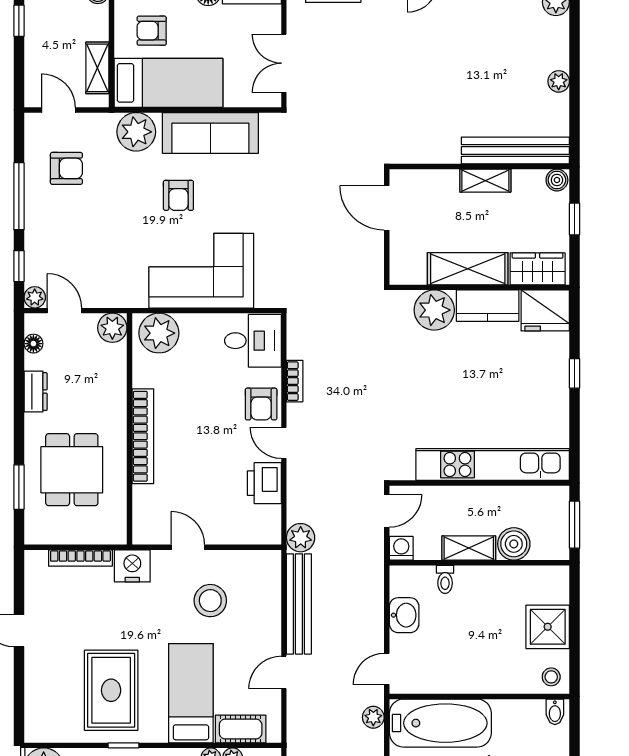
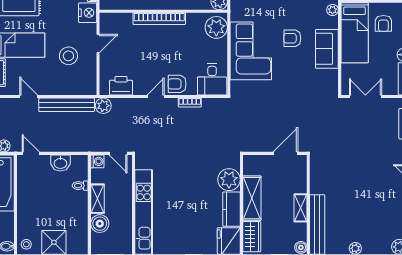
armchair: (152, 31) -> (383, 23), turned 180
plant: (136, 132) -> (332, 10), width x0.53, depth x0.53
sofa: (210, 133) -> (327, 49), width x0.73
printer: (264, 483) -> (121, 86), moved

